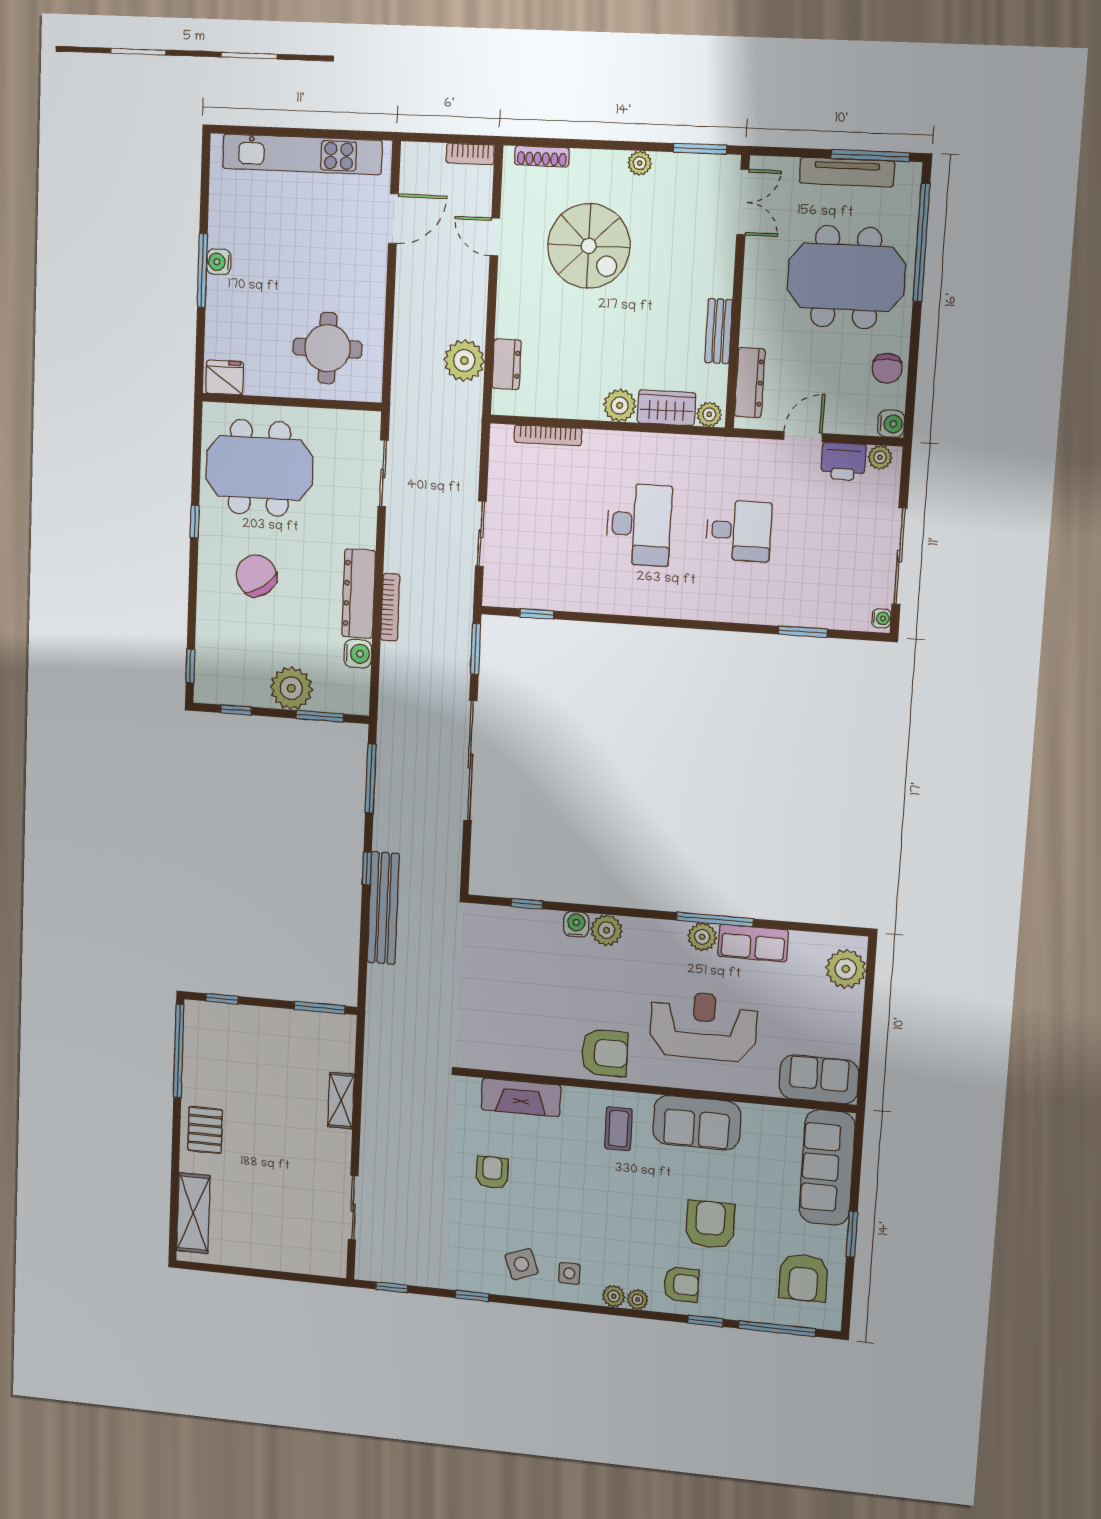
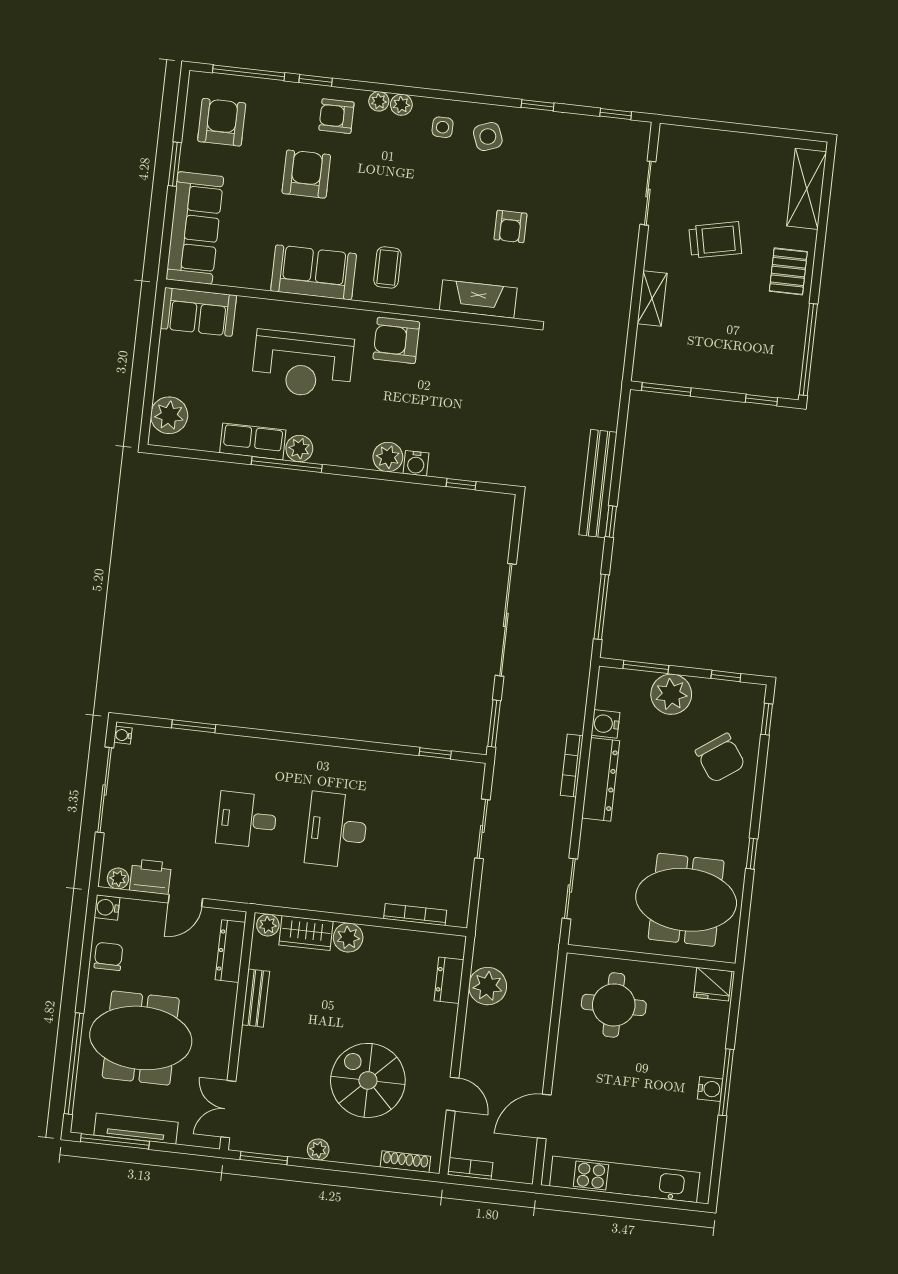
chair: (256, 576) -> (720, 758), moved
trolley: (281, 1161) -> (715, 240), added
armchair: (710, 1225) -> (306, 174), turned 180

